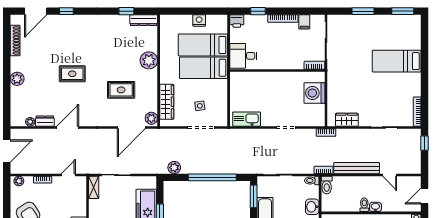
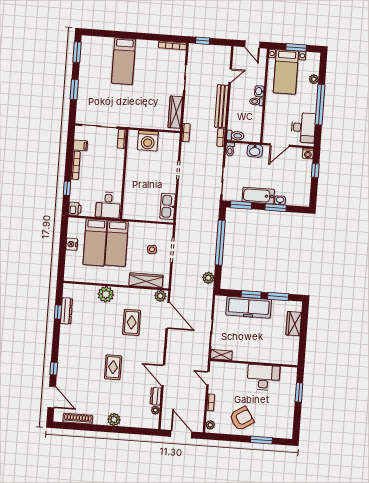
dresser: (144, 20) -> (66, 311), moved
wardrobe: (347, 120) -> (175, 112), width x1.50

